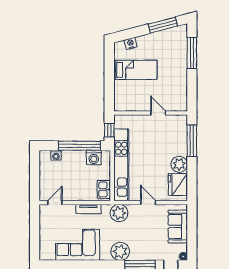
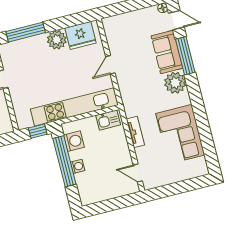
washing machine: (56, 155) -> (78, 166), moved
plant: (119, 213) -> (131, 95), removed
sofa: (178, 227) -> (167, 52), moved, turned 90

